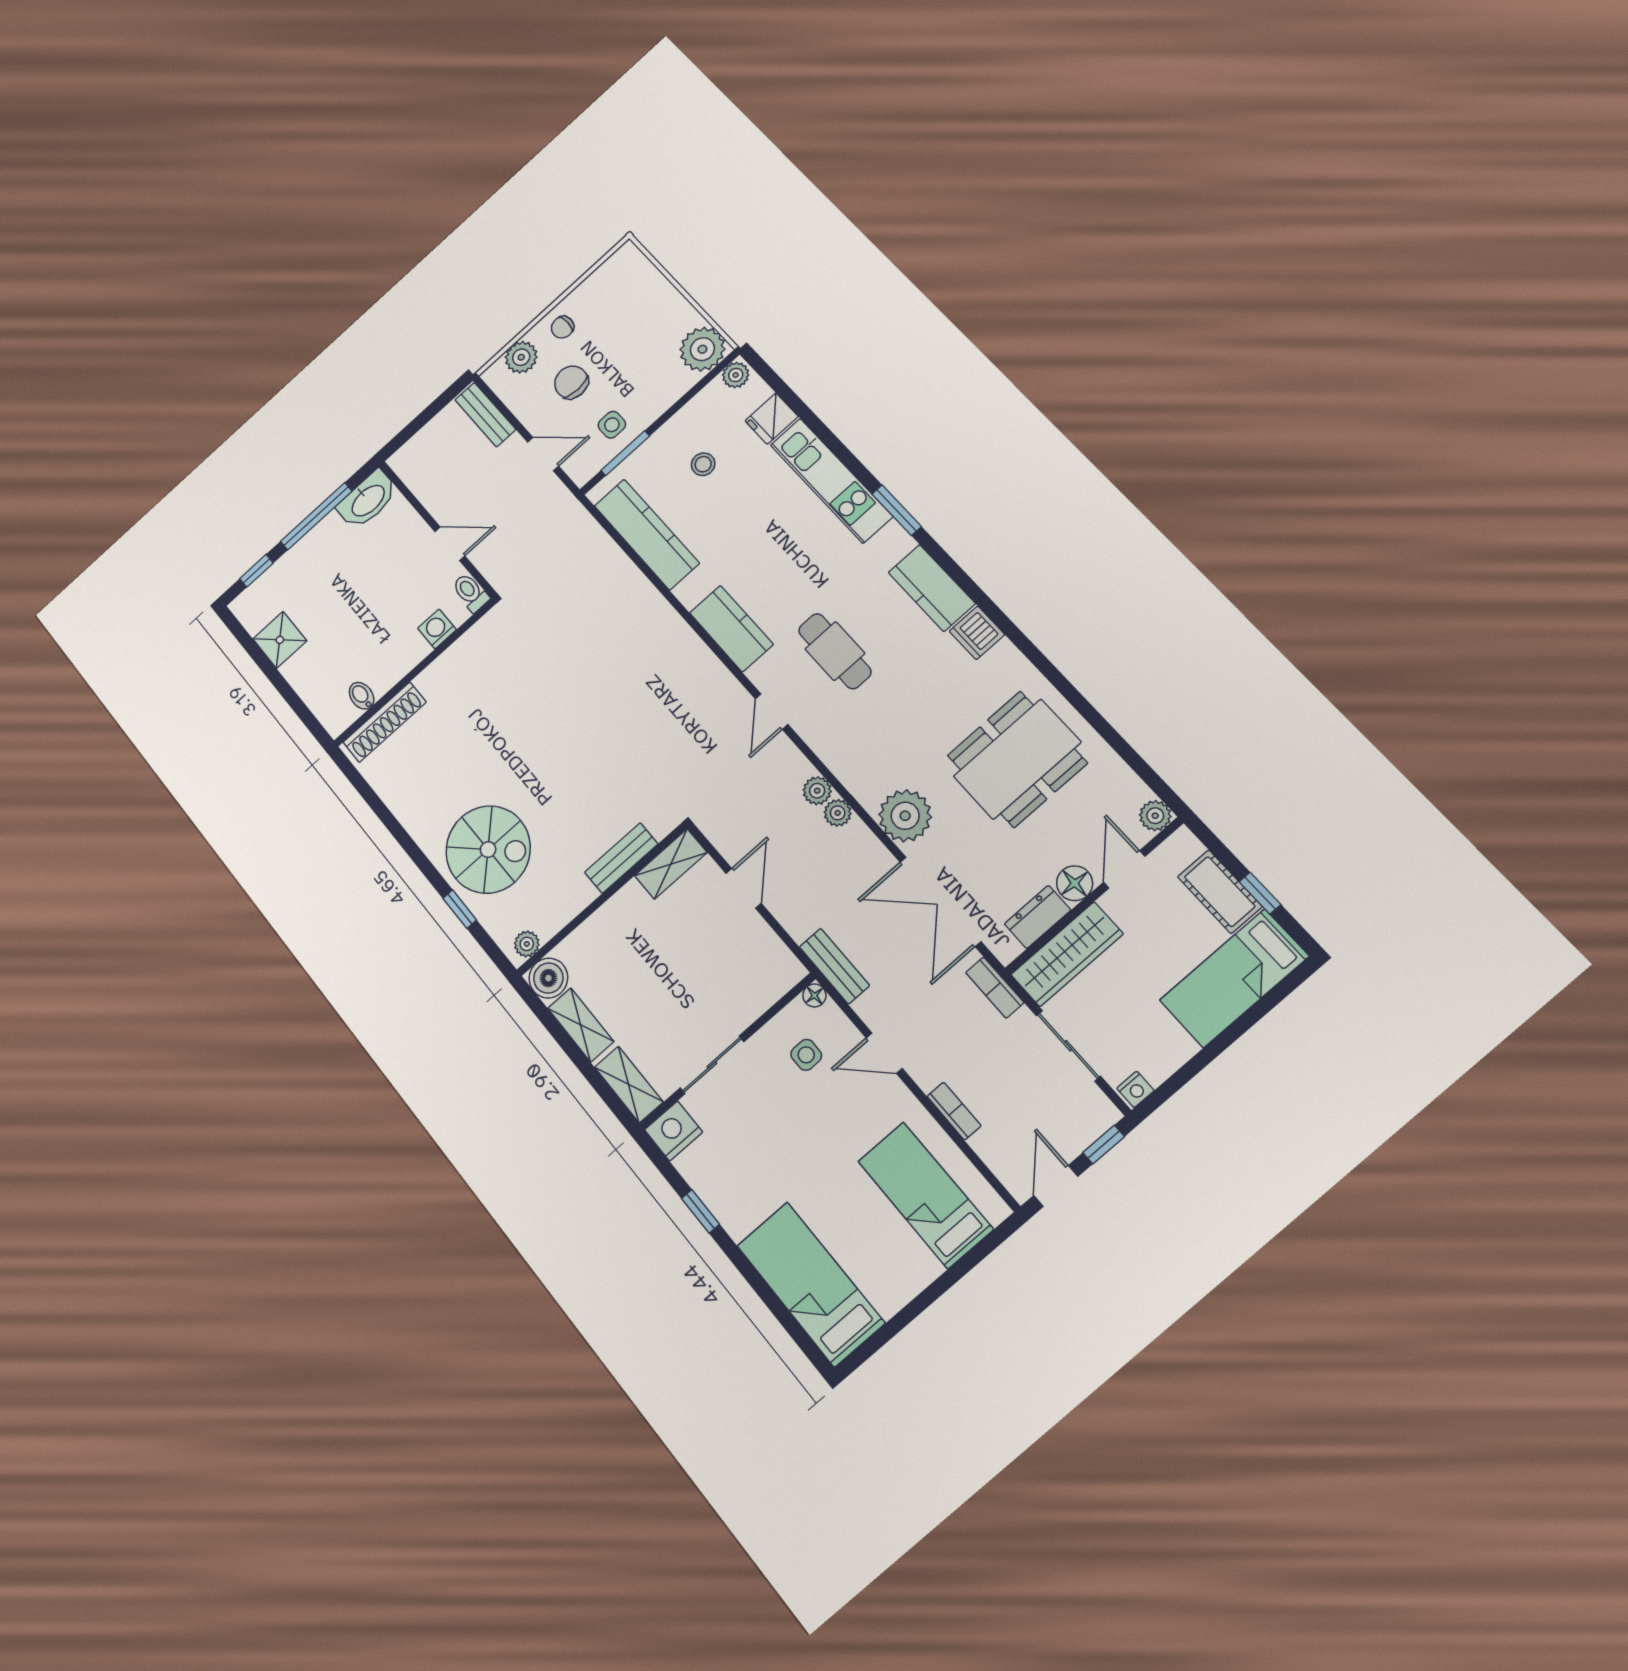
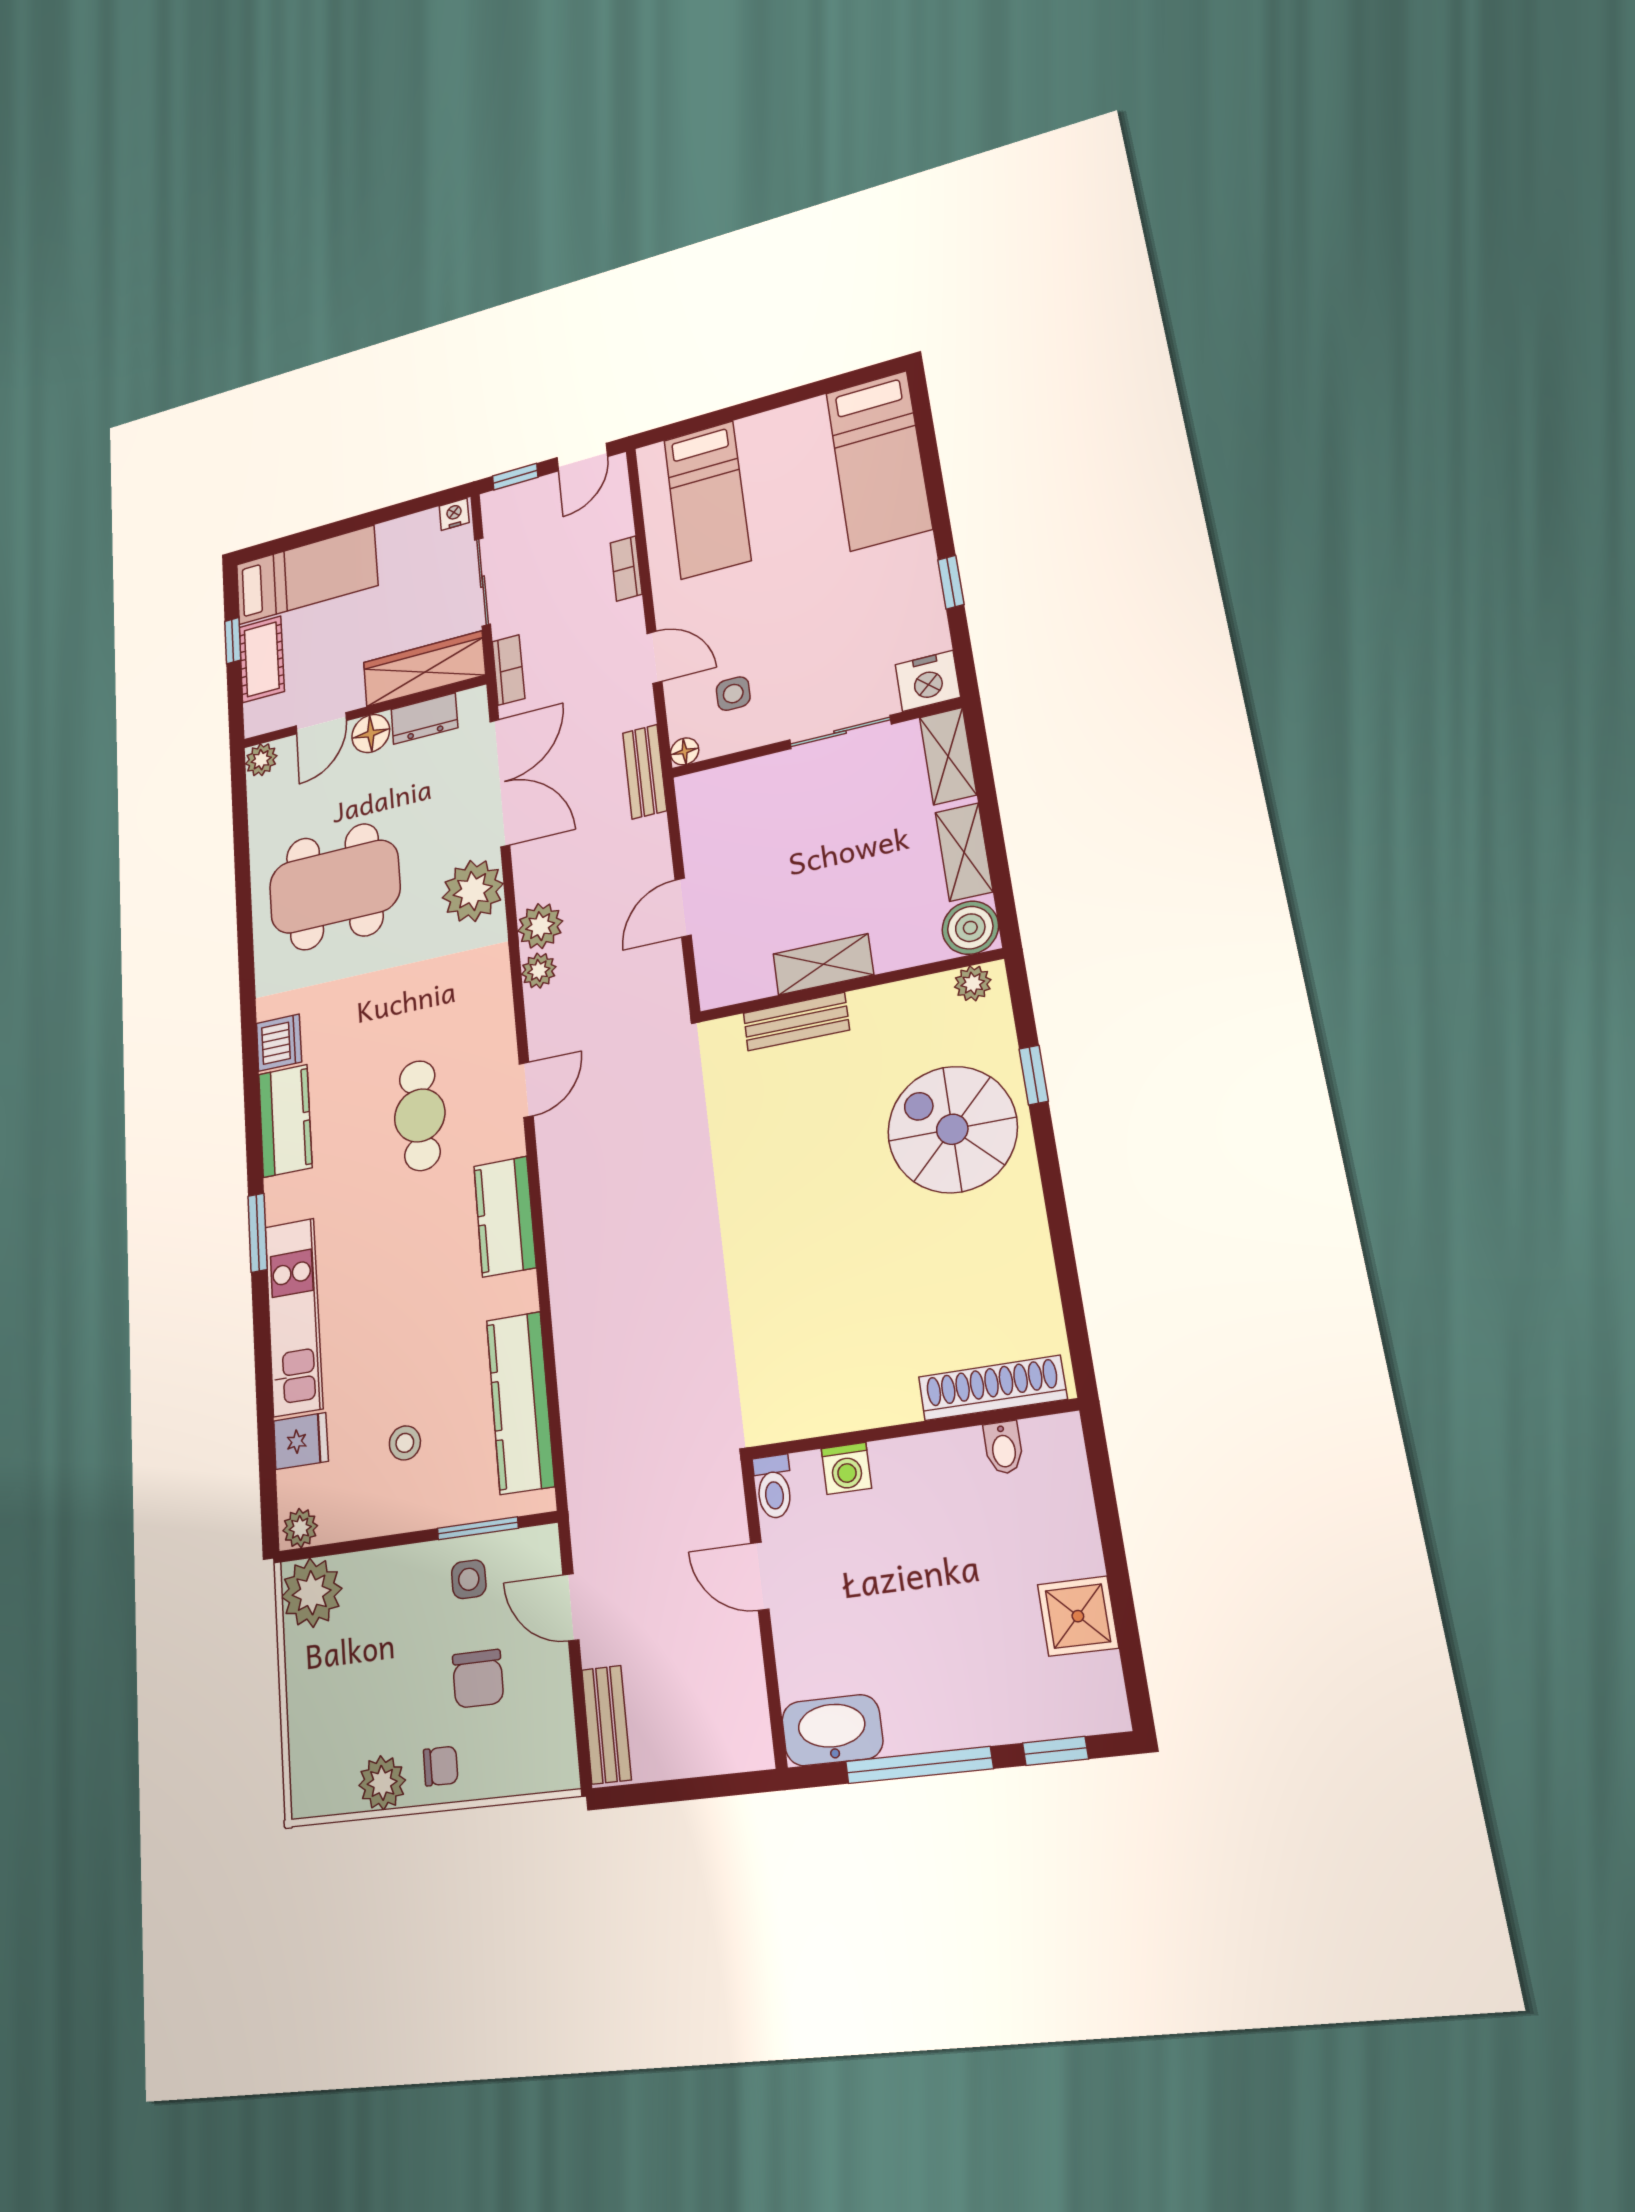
plant: (521, 357) -> (382, 1783), moved
plant: (838, 813) -> (540, 926), width x1.38, depth x1.38
shelving: (671, 864) -> (823, 964), moved

